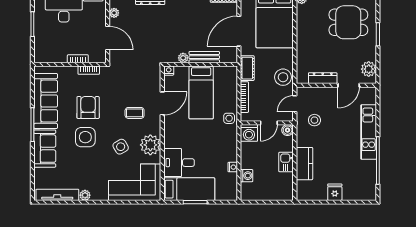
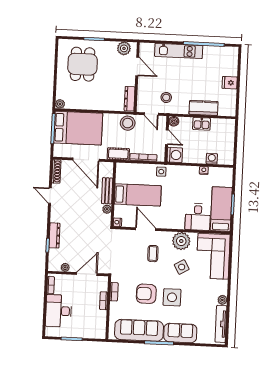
dresser: (323, 78) -> (130, 99), moved

